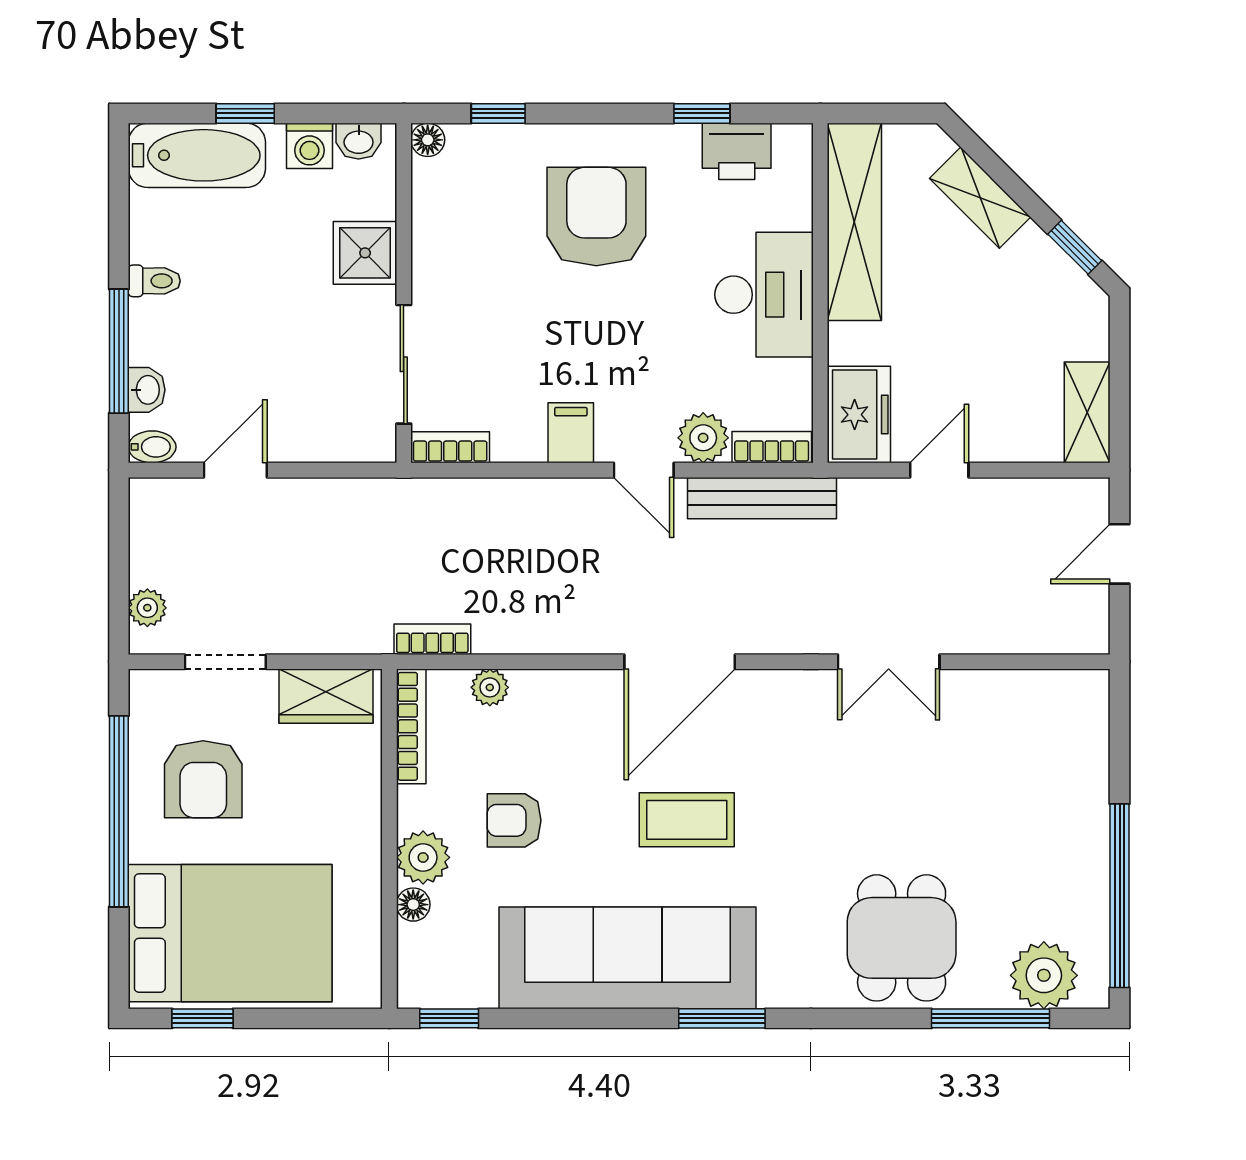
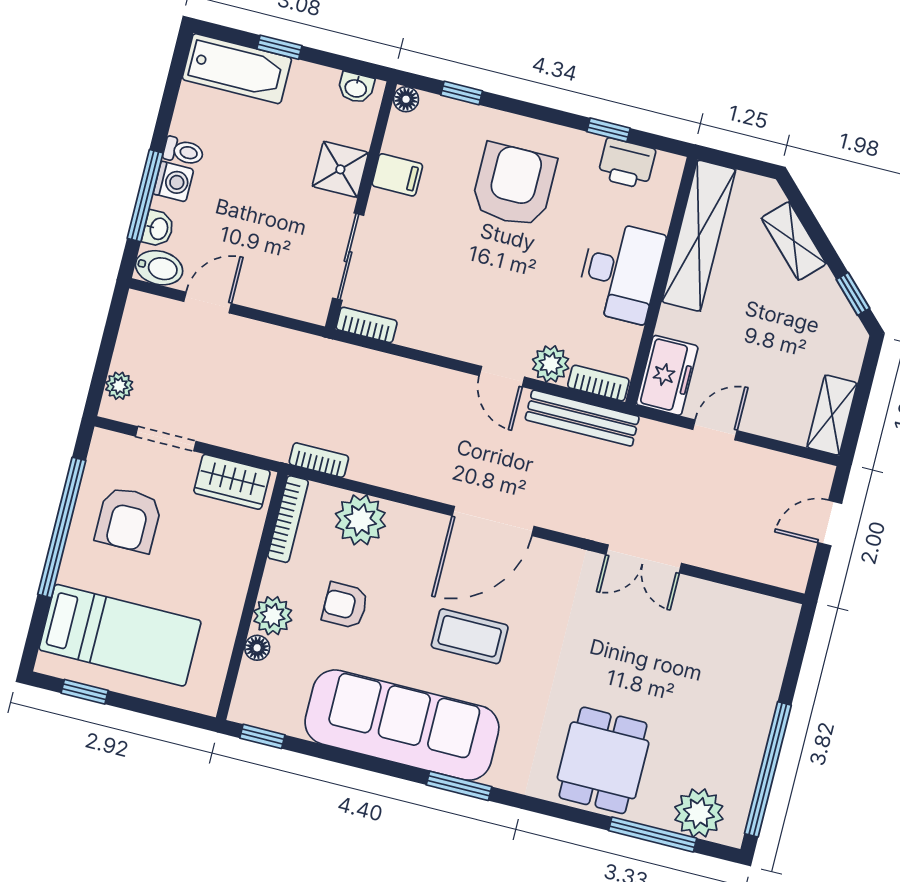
washing machine: (310, 146) -> (173, 182), moved, turned -90
filing cabinet: (571, 433) -> (397, 175), moved, turned 90
bidet: (152, 447) -> (159, 268), width x1.38, depth x1.36
plant: (490, 687) -> (360, 520), width x1.87, depth x1.87
bed: (230, 933) -> (120, 635), width x0.67

